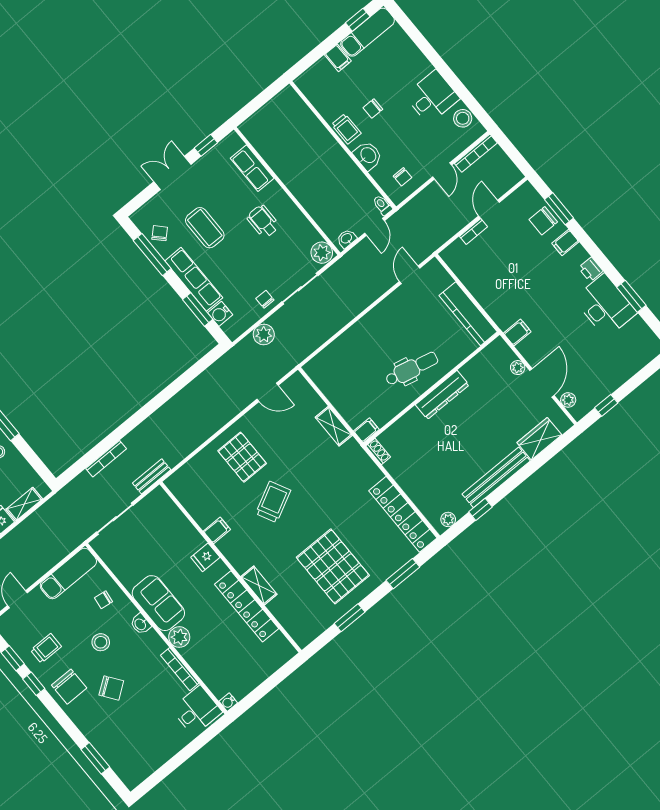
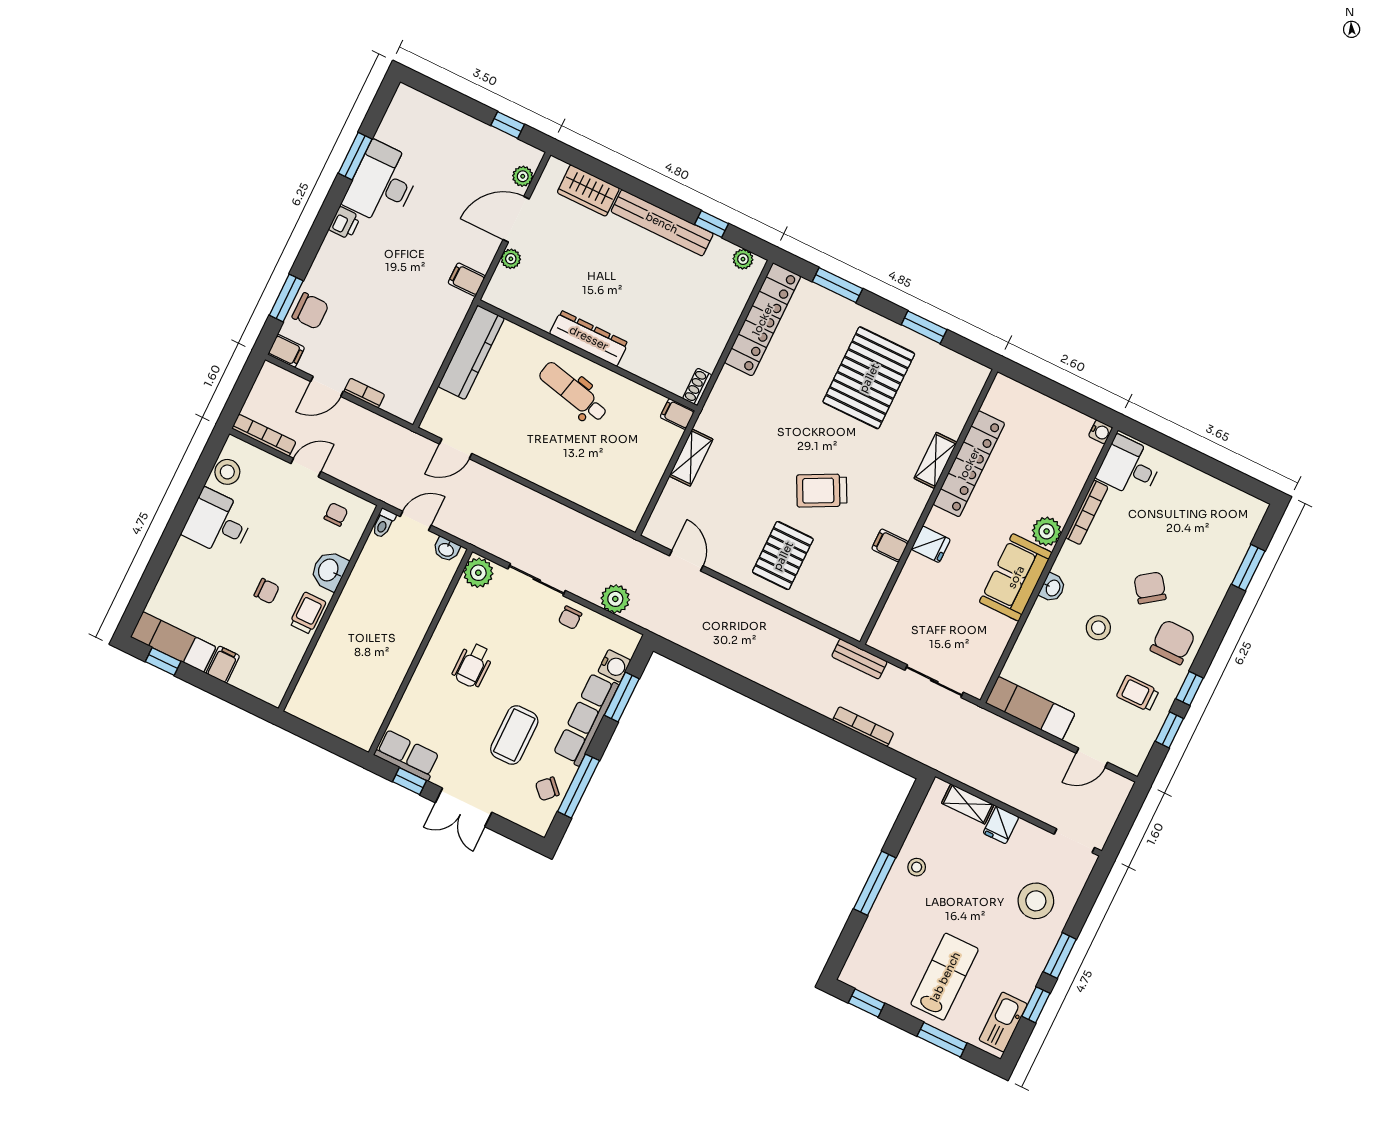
row of seats: (252, 168) -> (407, 755), moved, turned -90
filing cabinet: (565, 243) -> (286, 351), moved
chair: (103, 600) -> (1043, 649), removed

